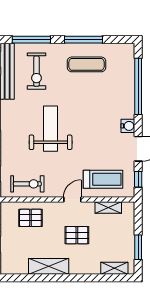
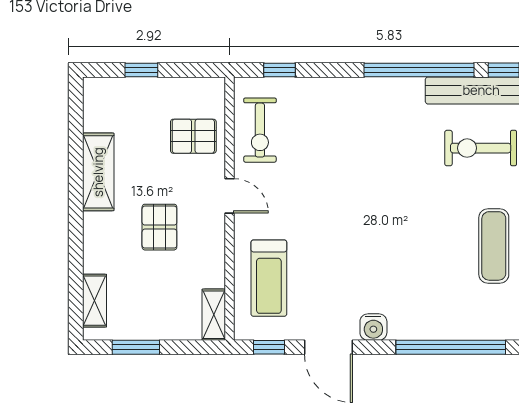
weight bench: (51, 129) -> (368, 176), removed
door: (72, 199) -> (229, 196), moved
shelving: (108, 207) -> (214, 315), moved
pallet: (30, 218) -> (193, 136), turned 90

